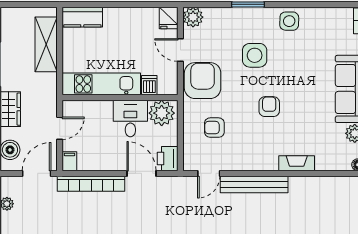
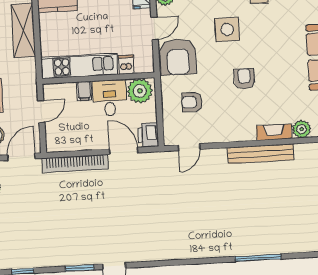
door: (180, 50) -> (154, 28), swing flipped
armchair: (203, 81) -> (178, 57), turned 180
filing cabinet: (69, 161) -> (84, 91), moved, turned 180
plant: (325, 162) -> (302, 129), added
bench: (254, 184) -> (261, 154), moved

